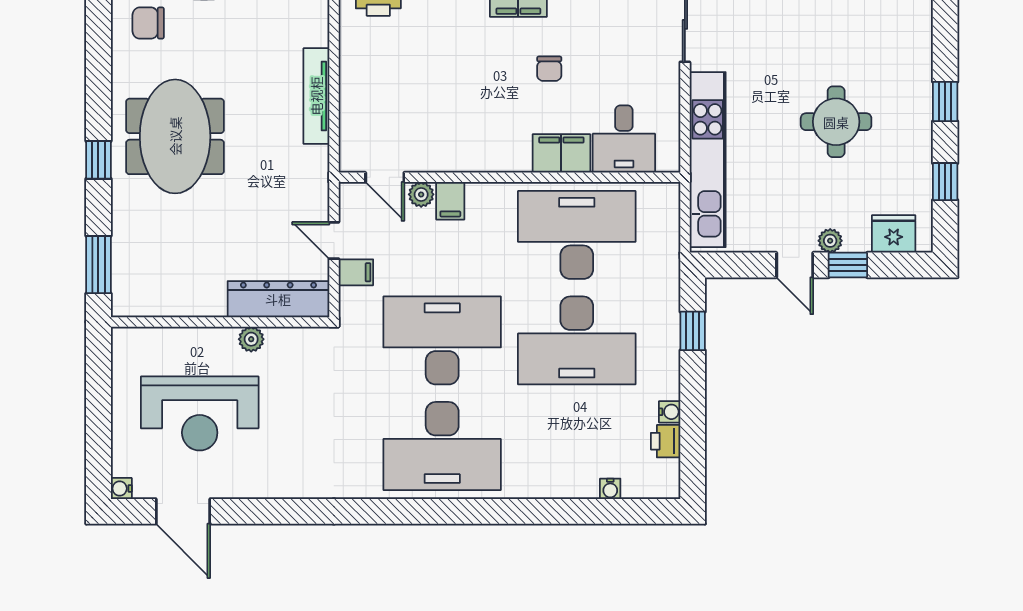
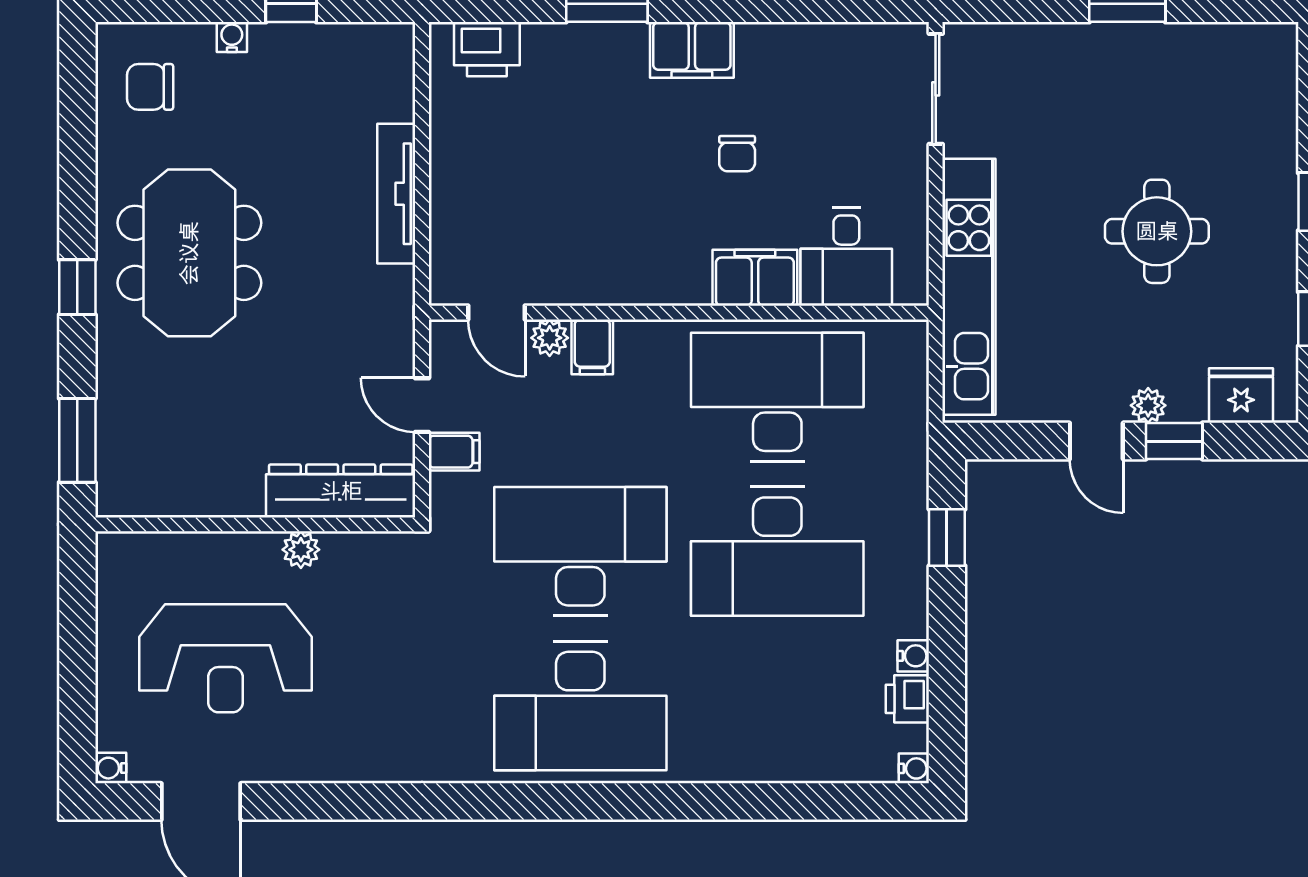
water cooler: (610, 489) -> (914, 768), moved, turned -90

